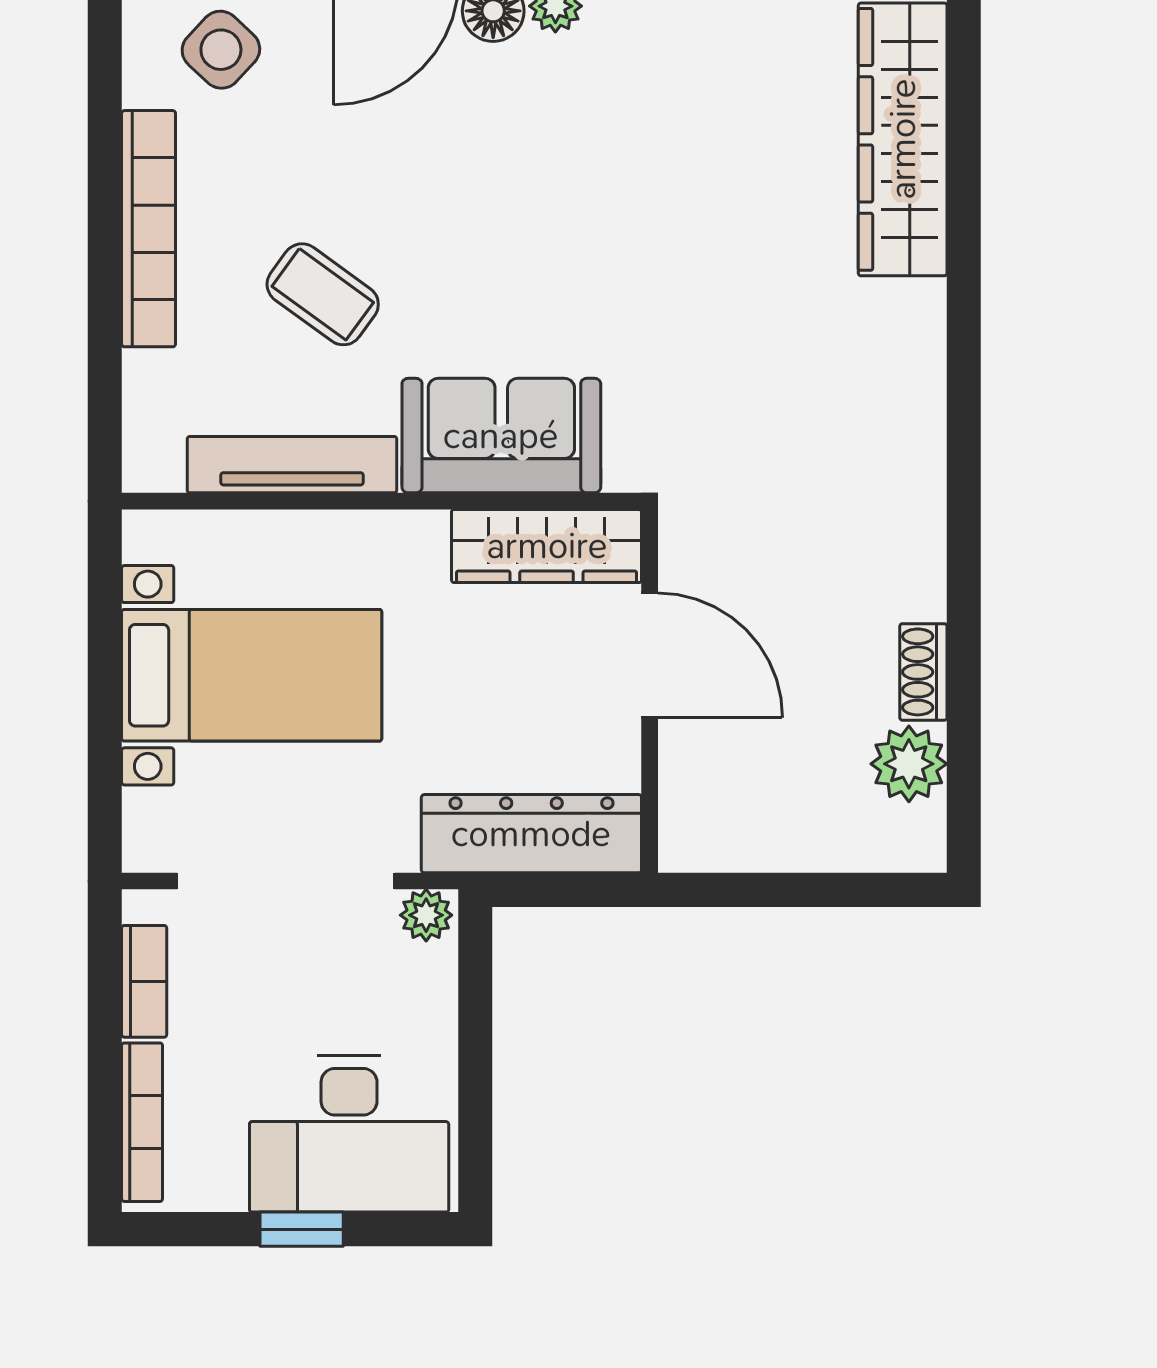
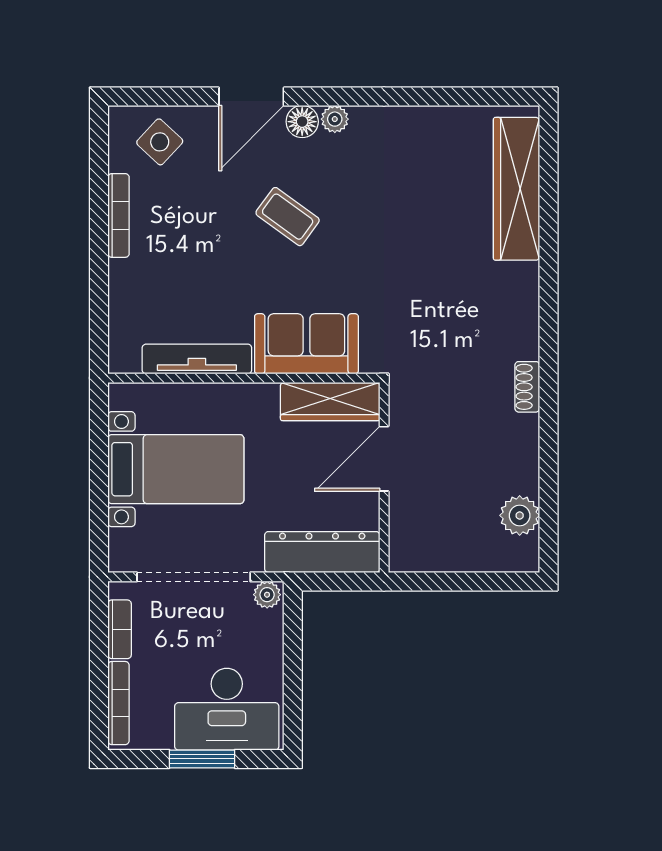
bookcase: (149, 229) -> (119, 215), width x0.68, depth x0.76
coffee table: (323, 294) -> (288, 217), moved
door: (650, 655) -> (384, 459), swing flipped
shoe rack: (923, 672) -> (527, 387), moved
window: (302, 1229) -> (202, 759), width x1.50

